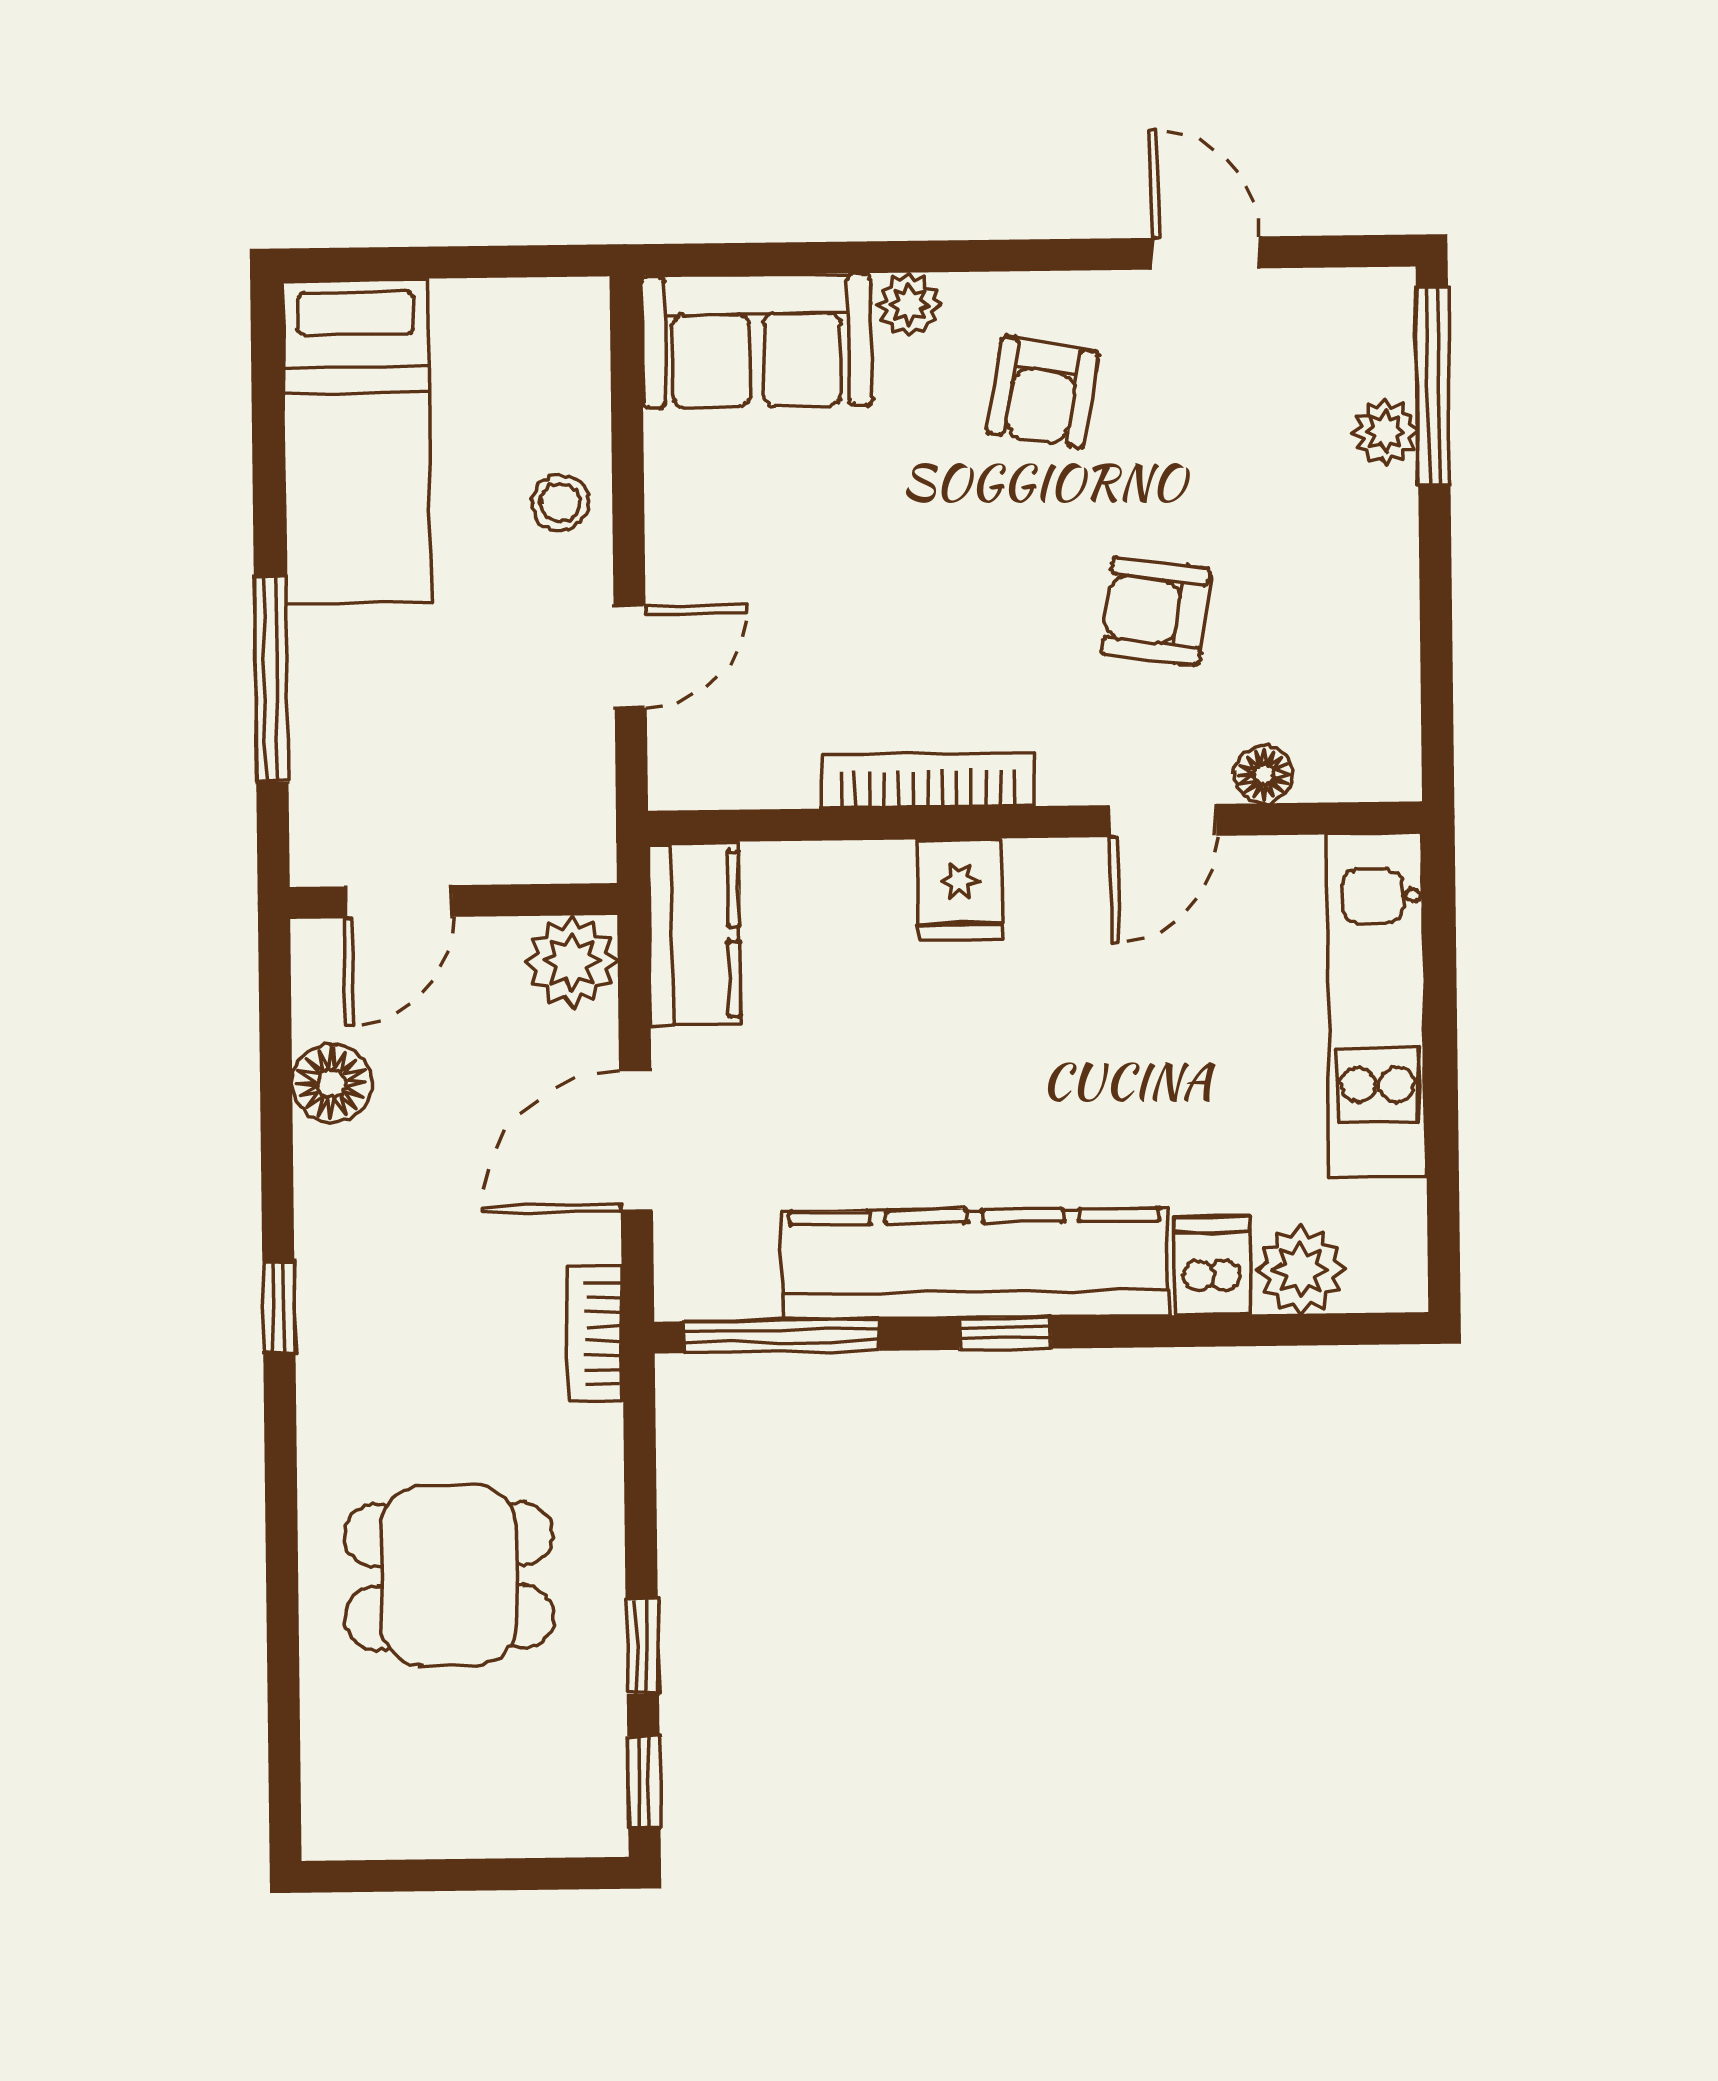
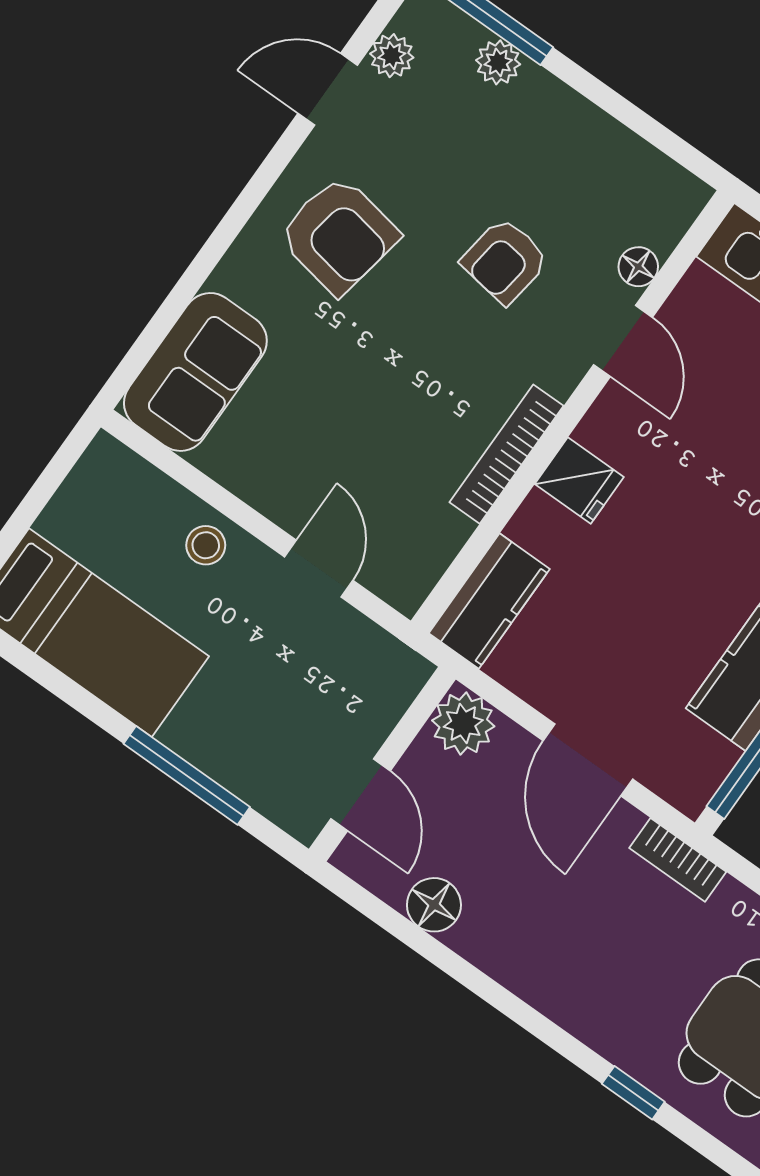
plant: (909, 305) -> (392, 56), moved
armchair: (1042, 392) -> (339, 235), width x1.38, depth x1.38
kitchen counter: (695, 934) -> (489, 601), moved, turned 90
window: (279, 1307) -> (633, 1093), moved

